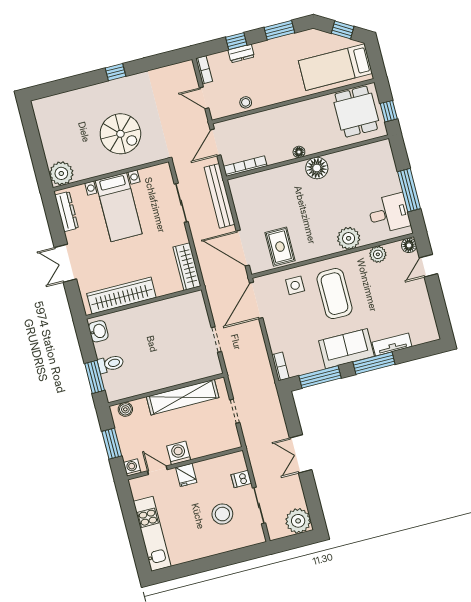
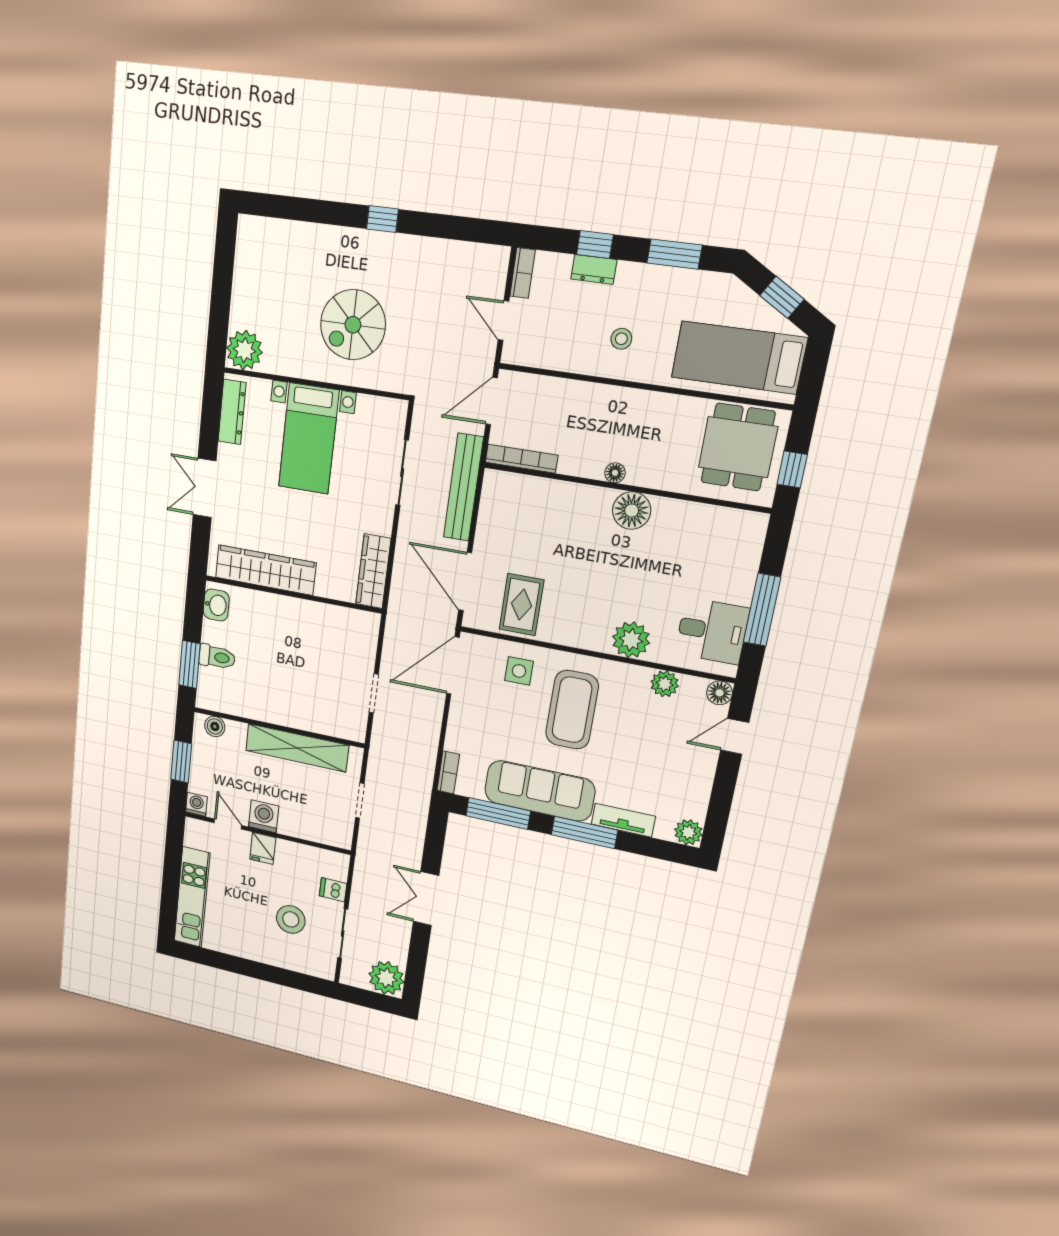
stool: (246, 102) -> (621, 339), moved
spiral stairs: (120, 134) -> (353, 325), turned 90
plant: (430, 333) -> (688, 832), added
sofa: (346, 349) -> (540, 791), width x1.36

